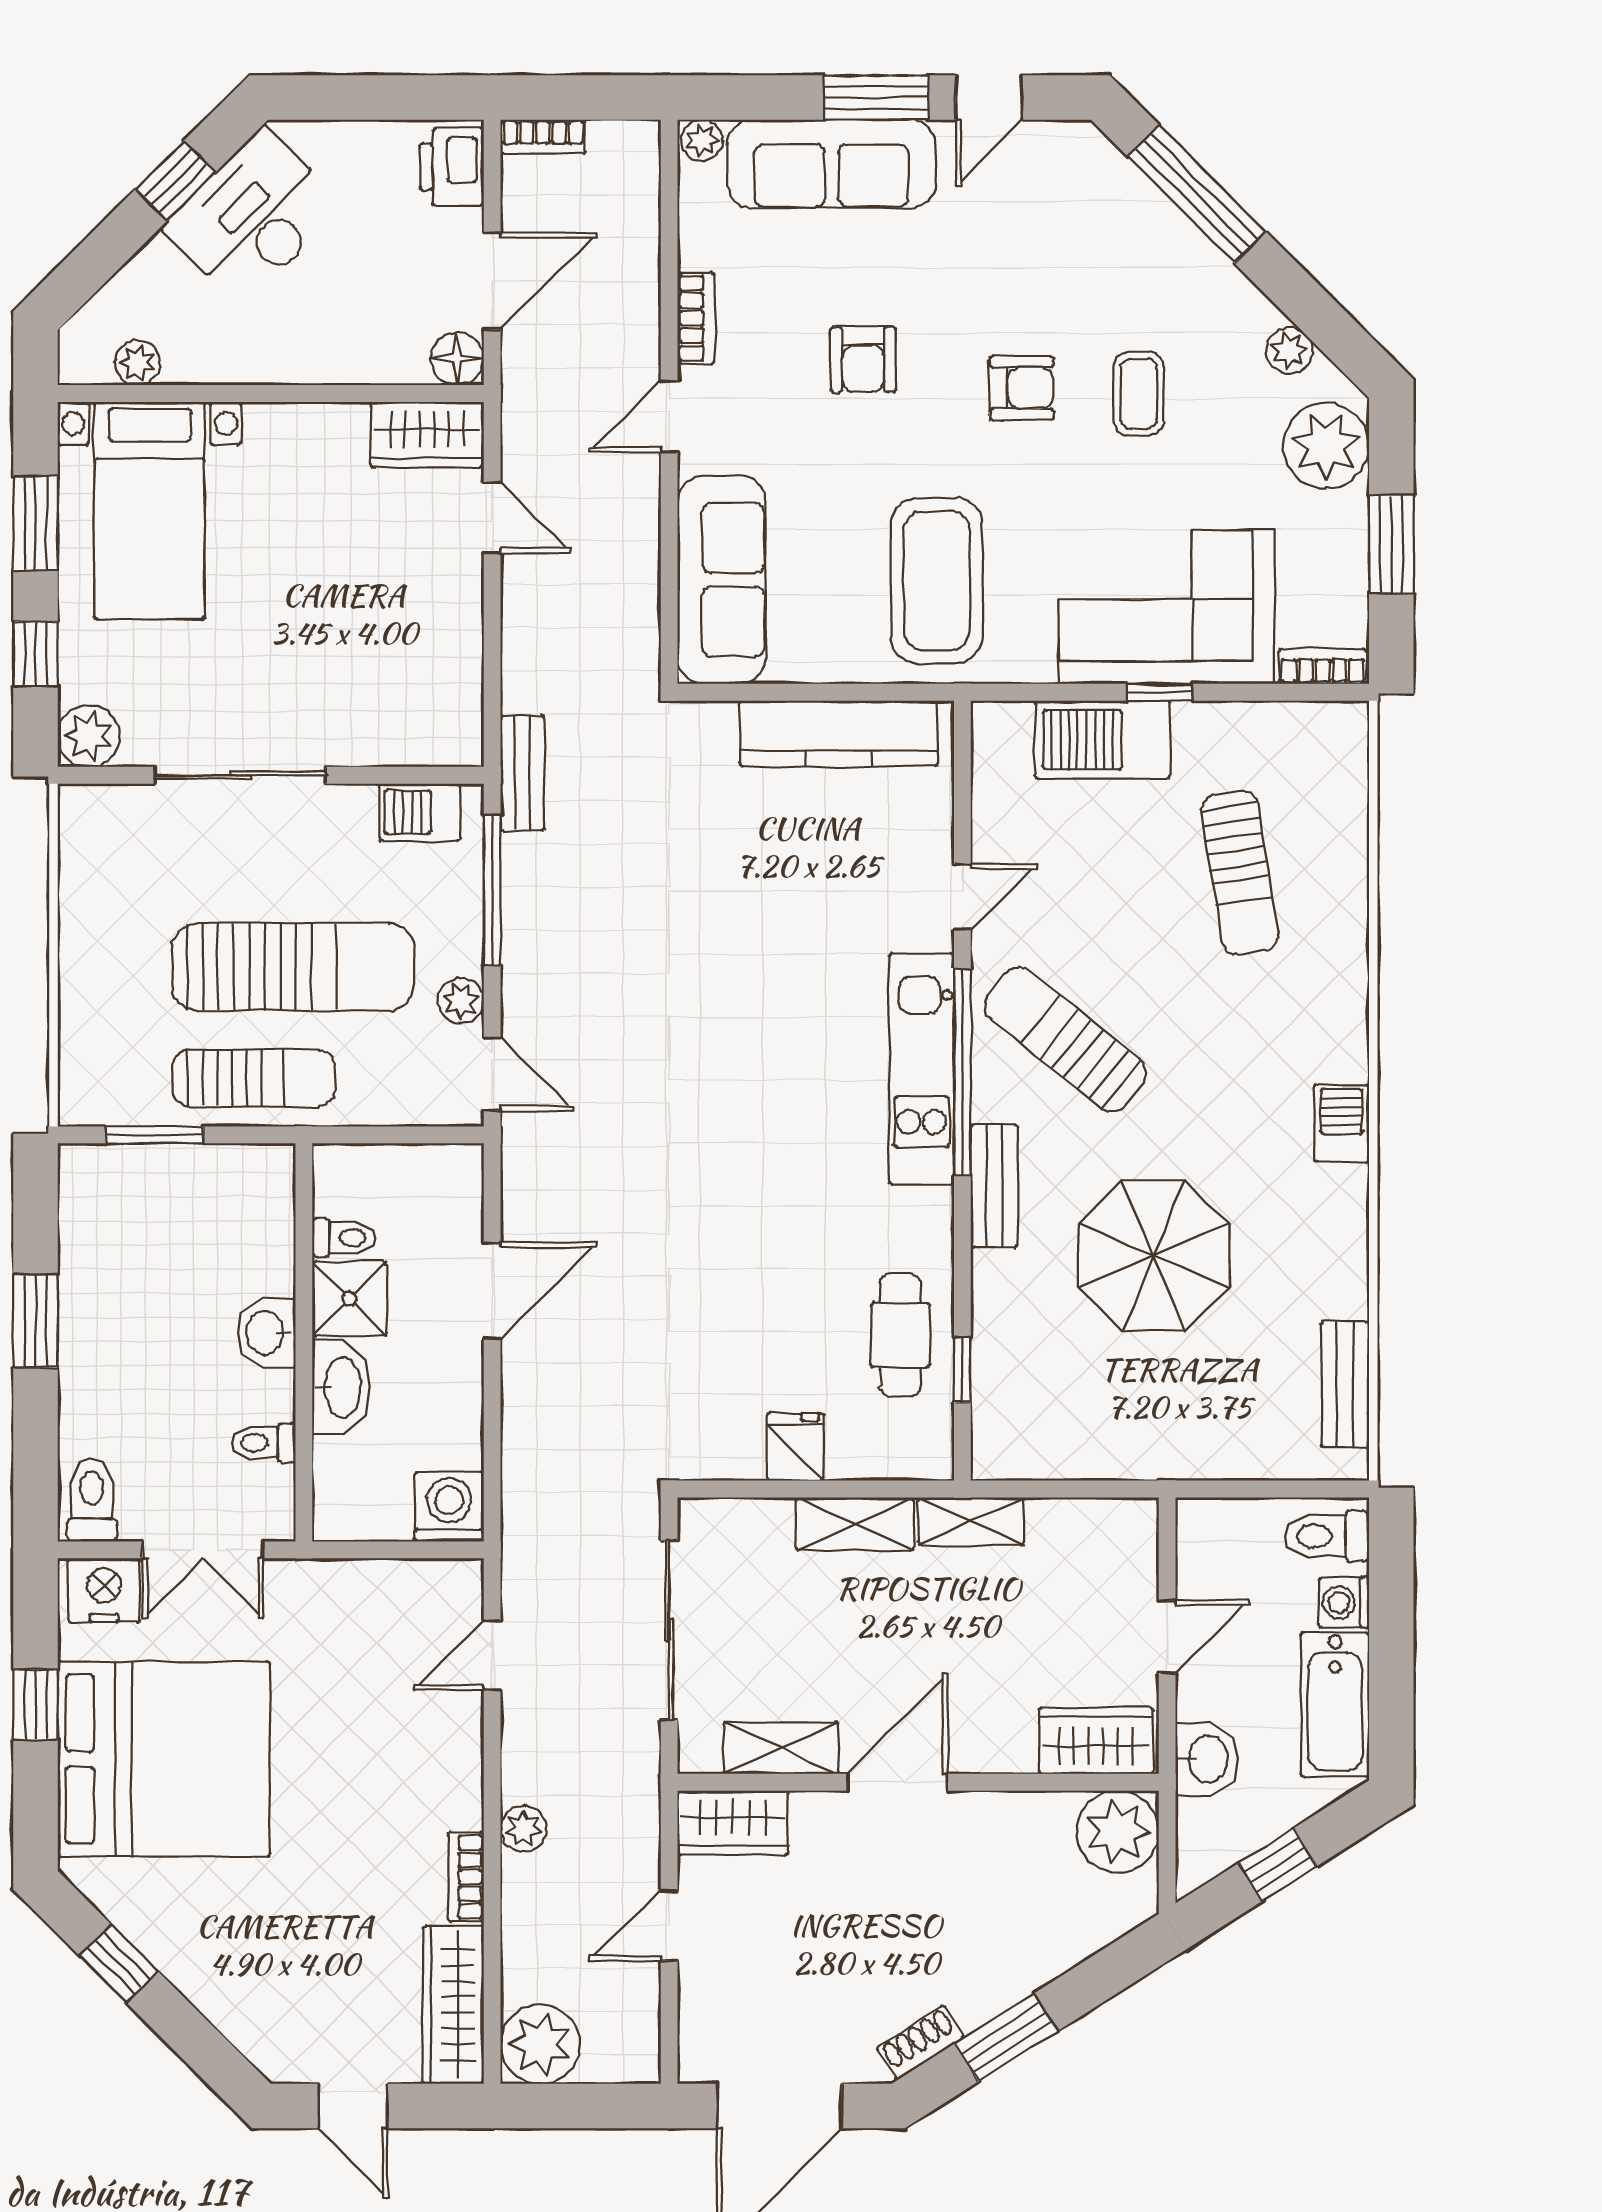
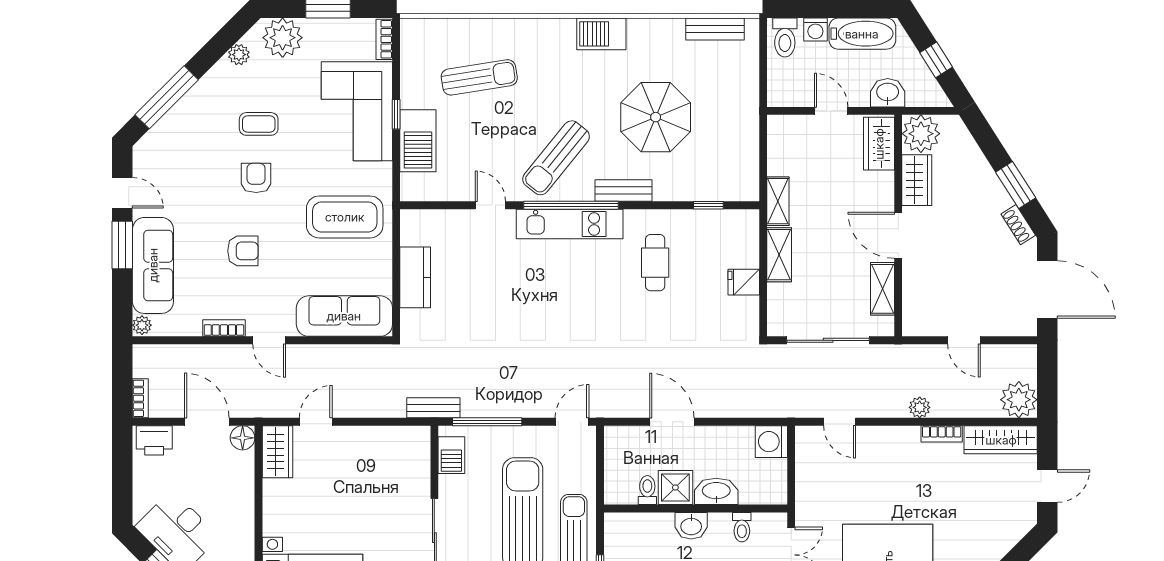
kitchen counter: (839, 734) -> (415, 277), width x0.67
plant: (461, 1001) -> (538, 436), removed
barbecue: (1342, 1123) -> (601, 34), width x1.38, depth x1.27
cafe table: (900, 1335) -> (655, 263), moved, turned 90
wardrobe: (733, 1823) -> (917, 180), moved

